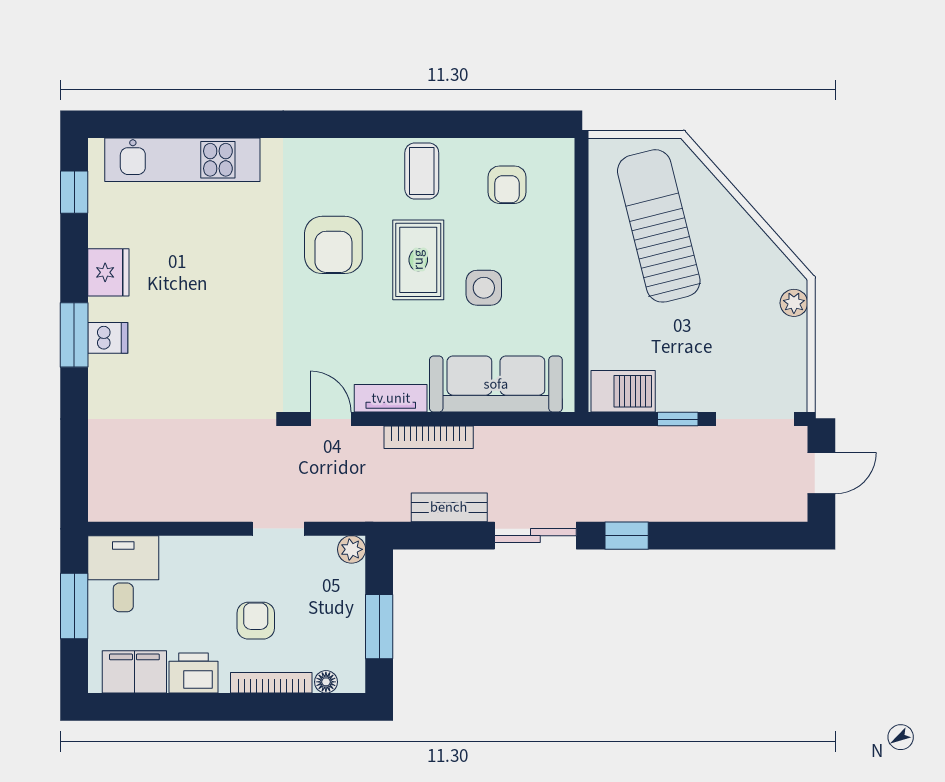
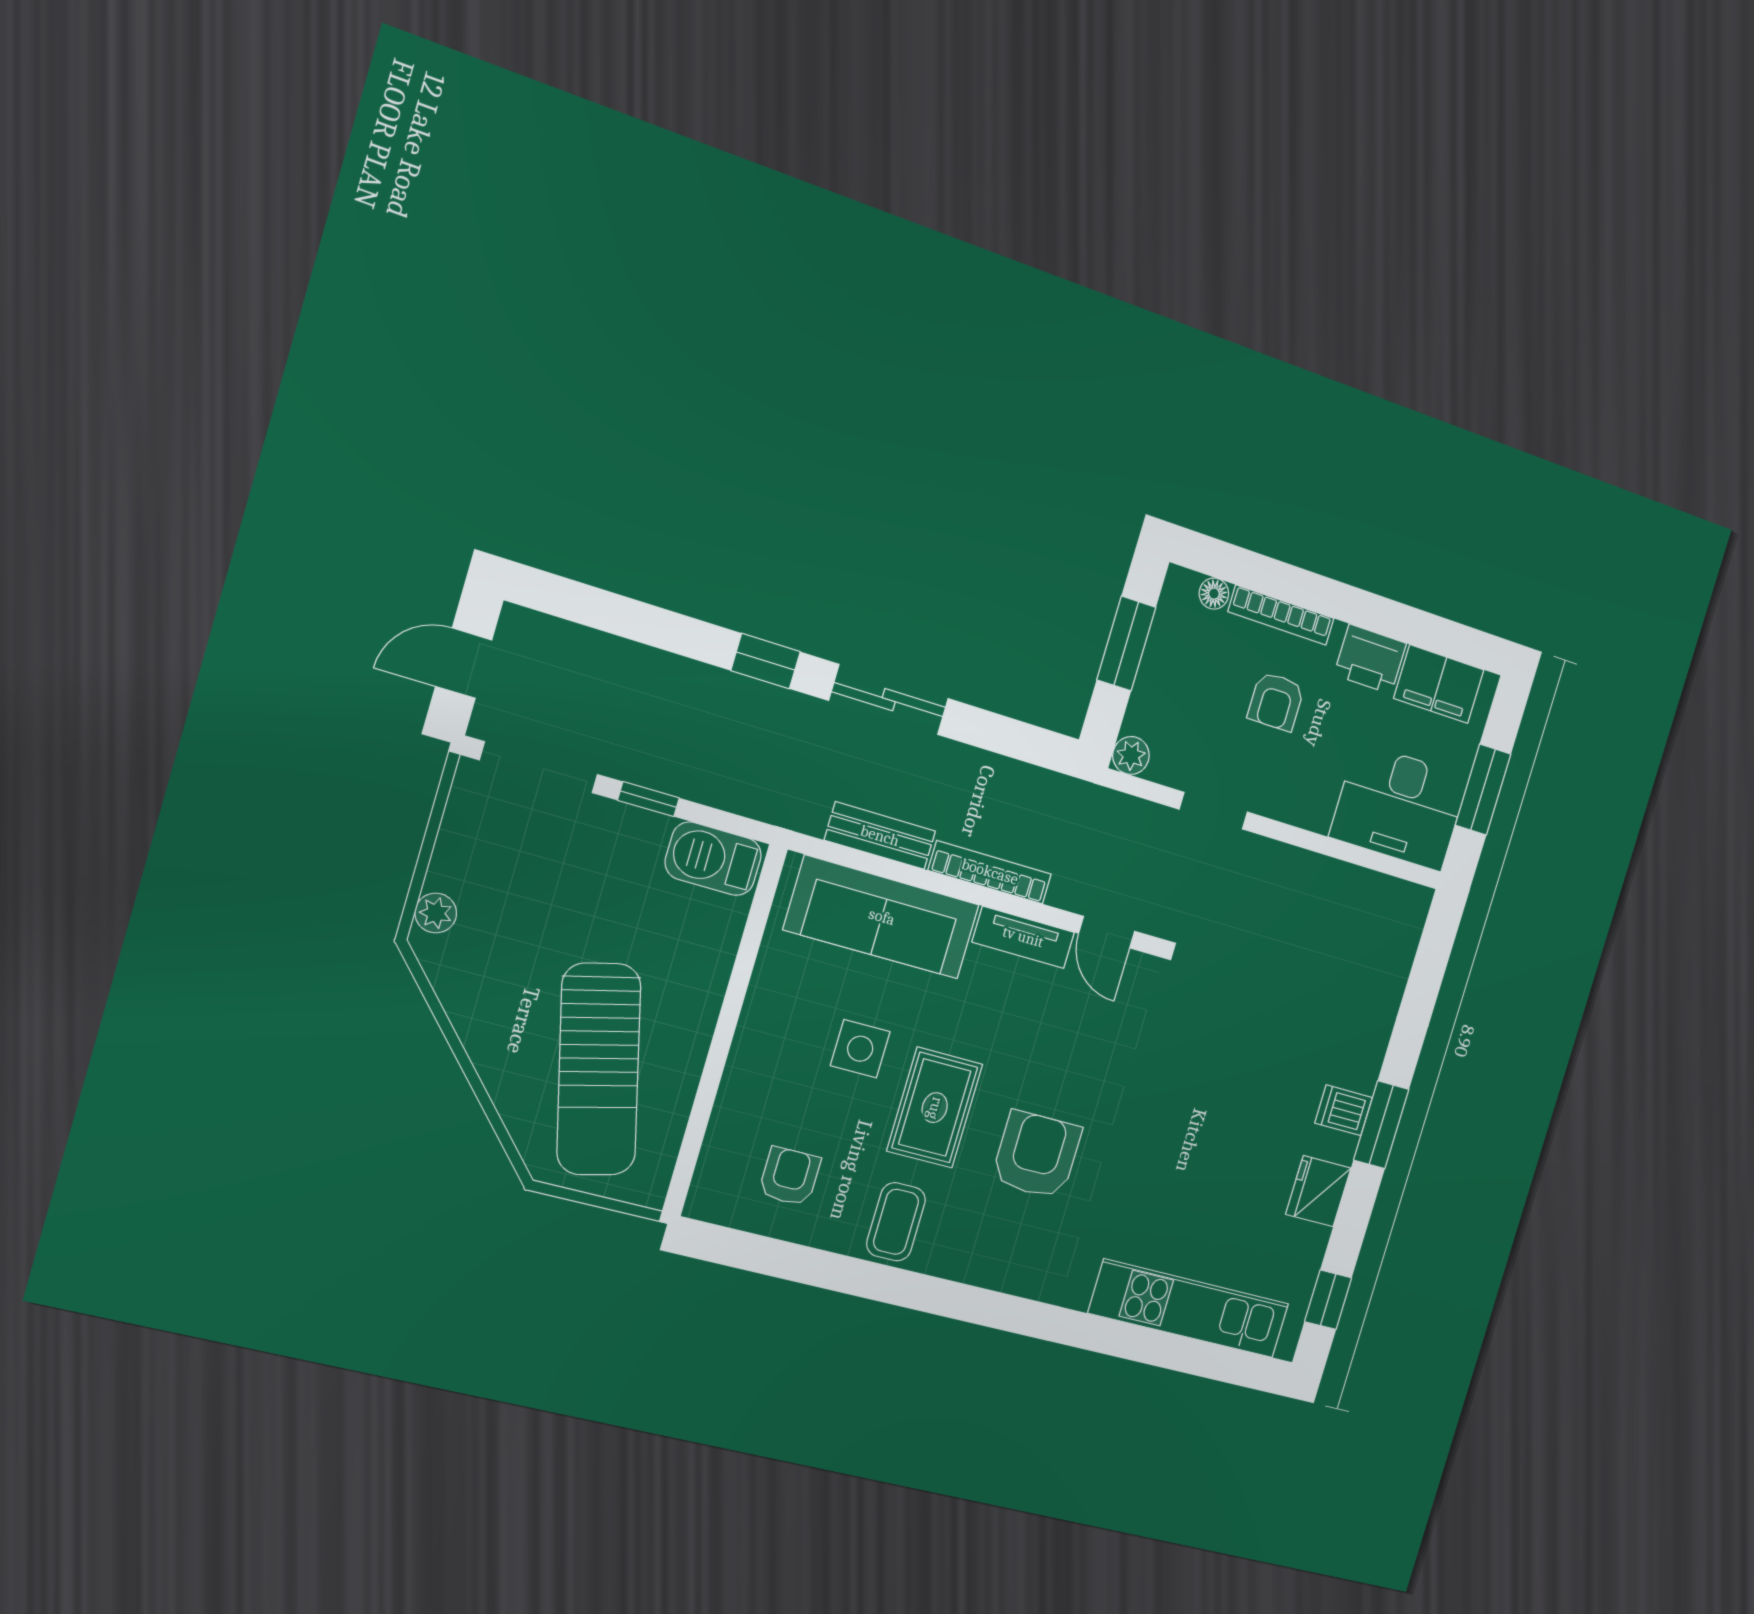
bench: (449, 507) -> (880, 836), moved
desk: (123, 574) -> (1399, 807), width x1.37

